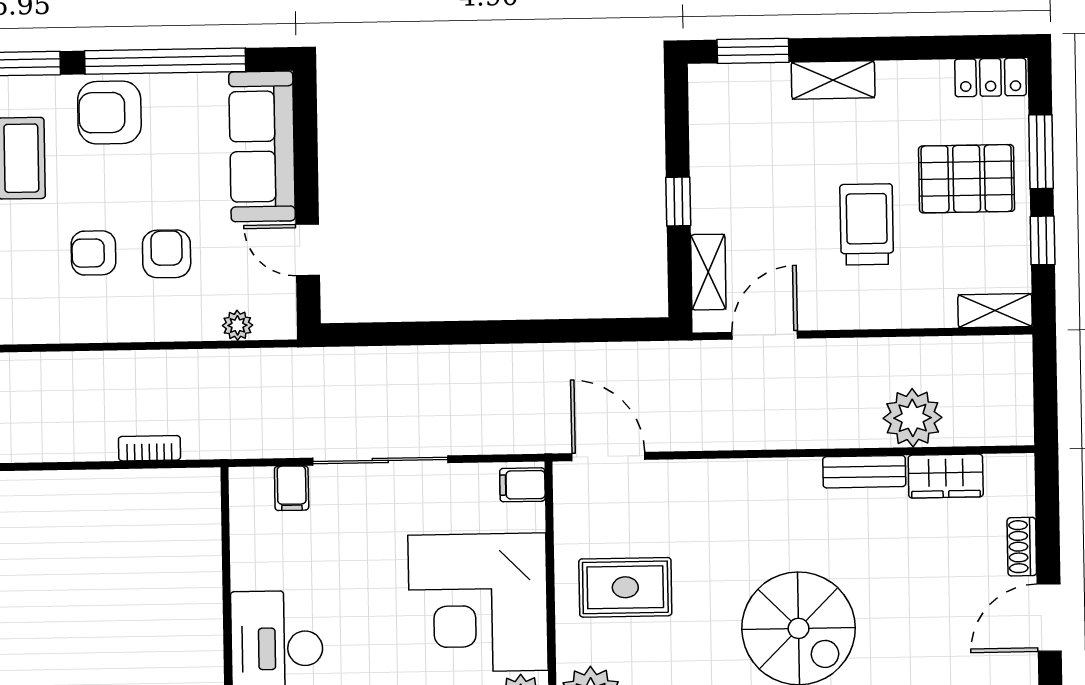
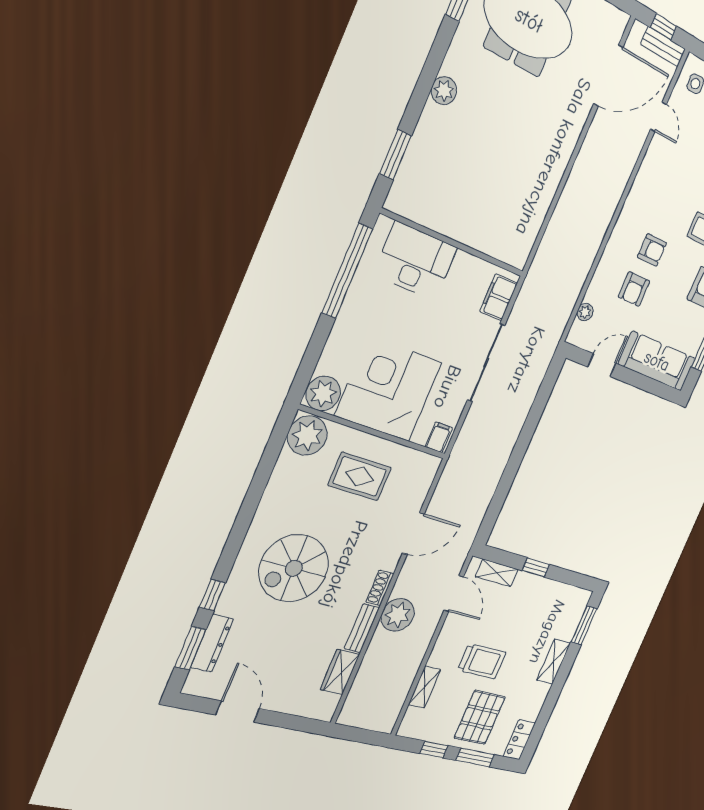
armchair: (93, 253) -> (652, 250), turned 90
armchair: (167, 254) -> (634, 289), turned 90
shelving: (995, 311) -> (425, 687), moved
plant: (913, 418) -> (398, 615), moved
bookcase: (149, 448) -> (550, 236), removed
door: (608, 456) -> (413, 534), moved
filing cabinet: (292, 488) -> (499, 297), width x2.00
shoe rack: (1022, 547) -> (380, 588), moved, turned -90
rug: (625, 587) -> (360, 476), turned 90

